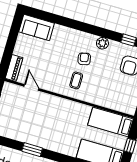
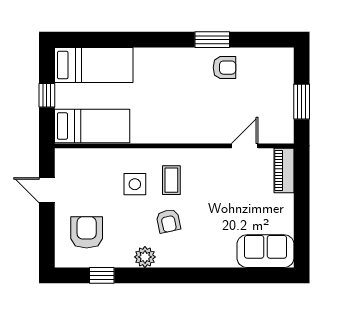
side table: (97, 84) -> (135, 184), added
door: (31, 87) -> (245, 146), swing flipped
armchair: (30, 133) -> (224, 68), added

